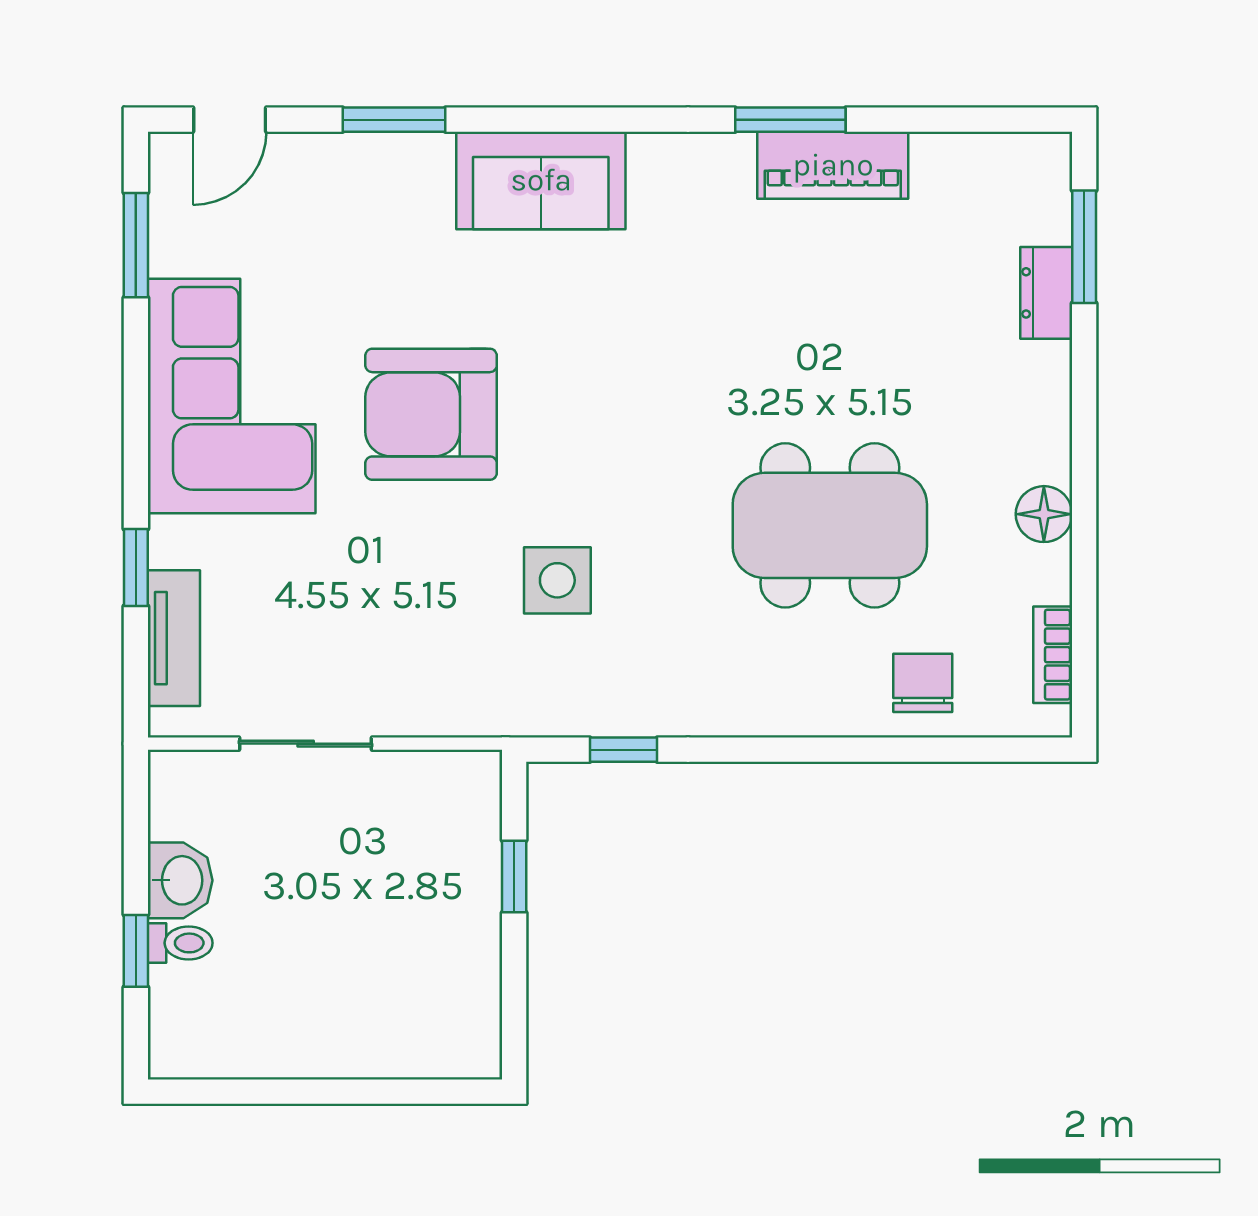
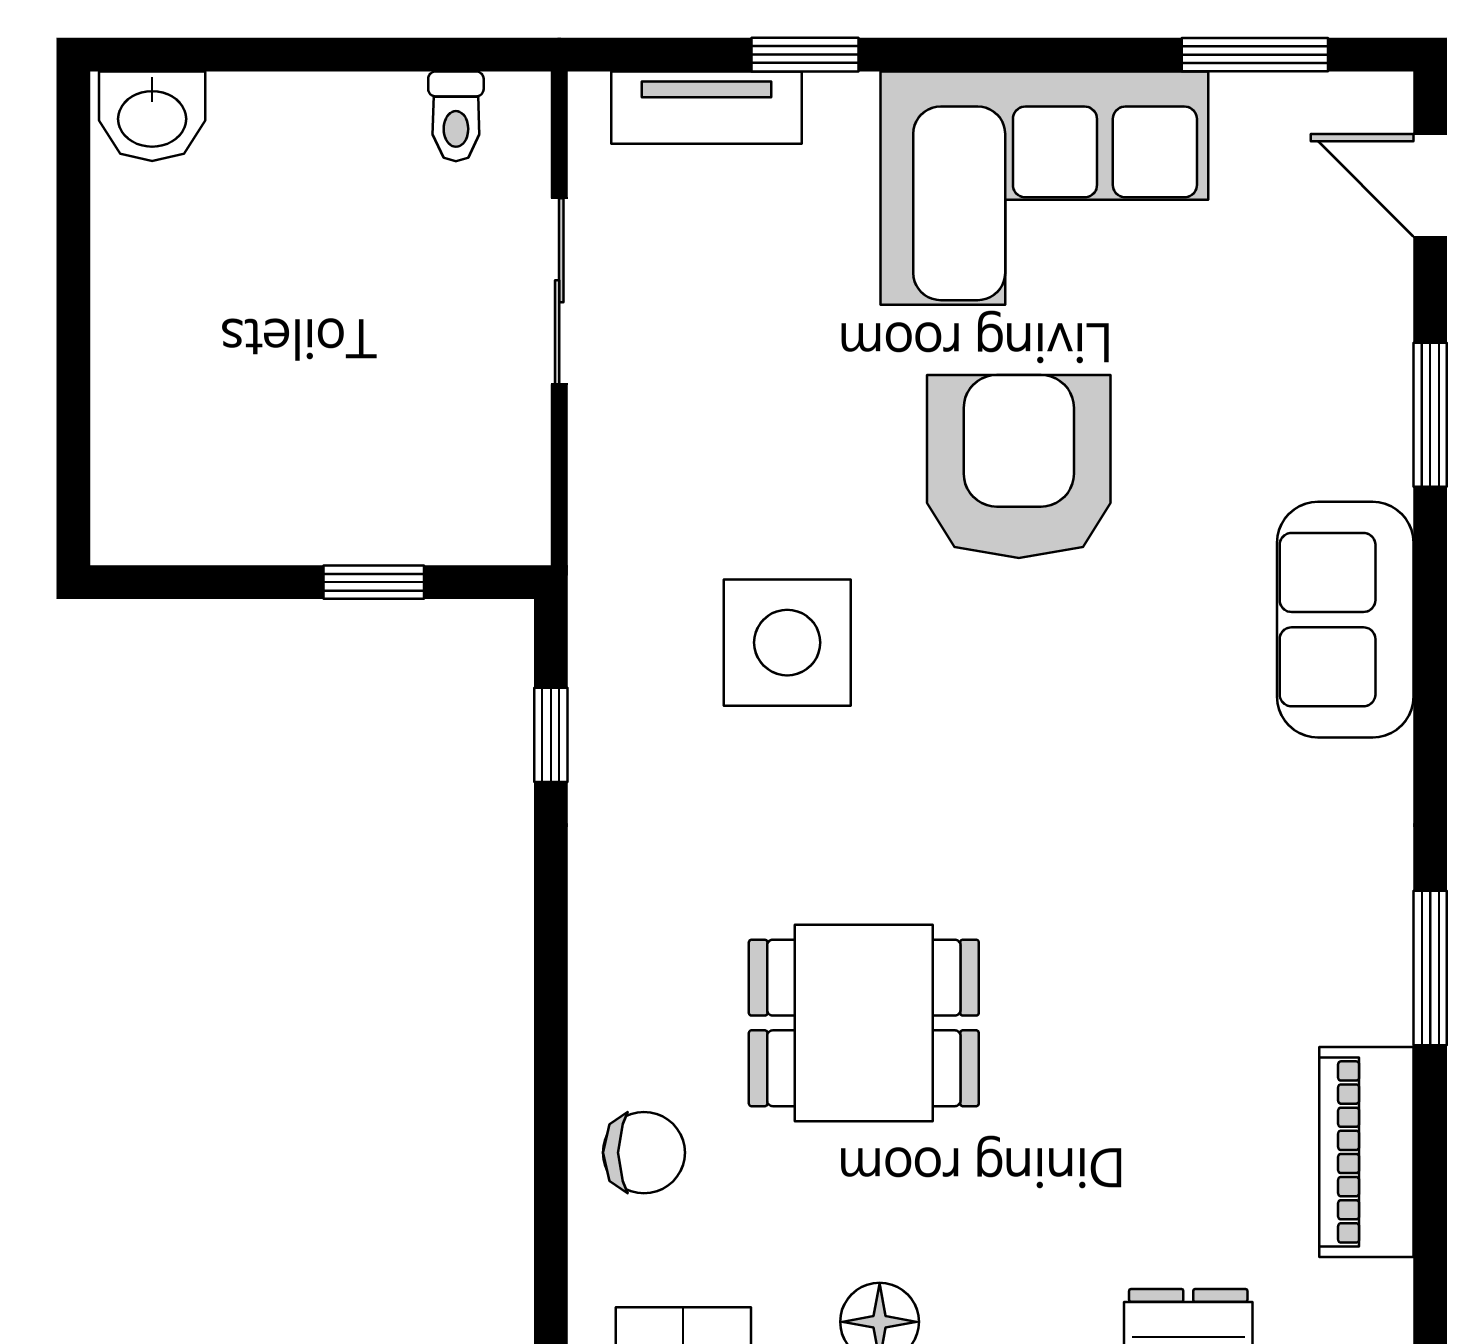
piano: (833, 165) -> (1366, 1152), moved
dining table: (830, 525) -> (864, 1023), width x0.73
side table: (557, 580) -> (787, 643), width x1.37, depth x1.37
washbasin: (180, 880) -> (152, 116), moved
toilet: (180, 943) -> (456, 116), moved
window: (136, 951) -> (270, 55), removed

